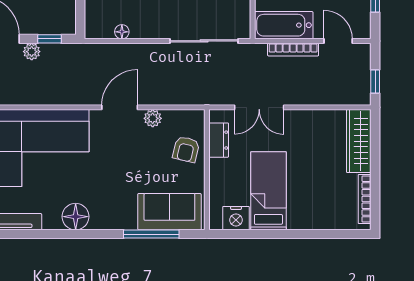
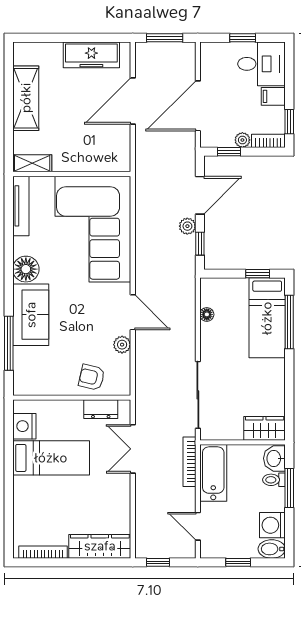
door: (338, 41) -> (198, 526), swing flipped
bookcase: (293, 50) -> (189, 462), moved
sofa: (169, 212) -> (31, 315), moved

